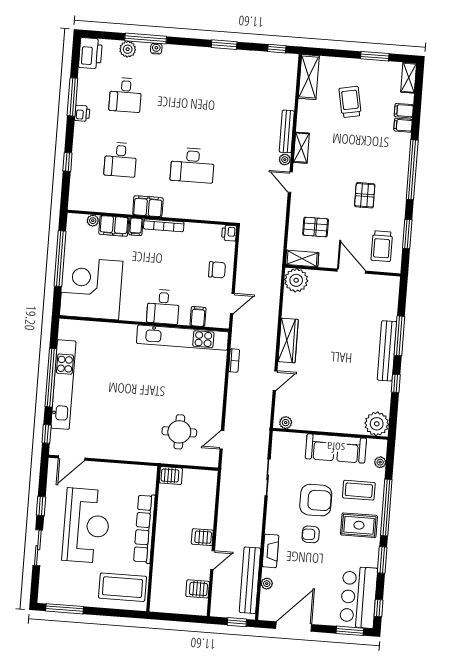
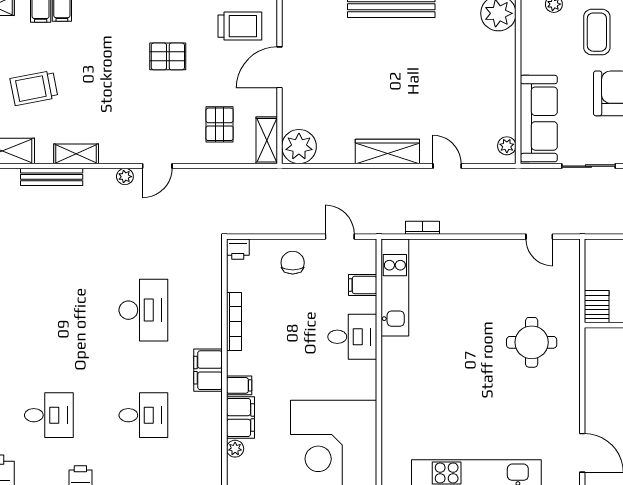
bench: (287, 131) -> (52, 177), moved
shelving: (301, 148) -> (76, 154), moved
bookcase: (164, 225) -> (234, 322), moved
kitchen unit: (183, 338) -> (395, 288), width x0.73
round table: (179, 432) -> (532, 342), moved
sofa: (336, 448) -> (539, 119), moved

